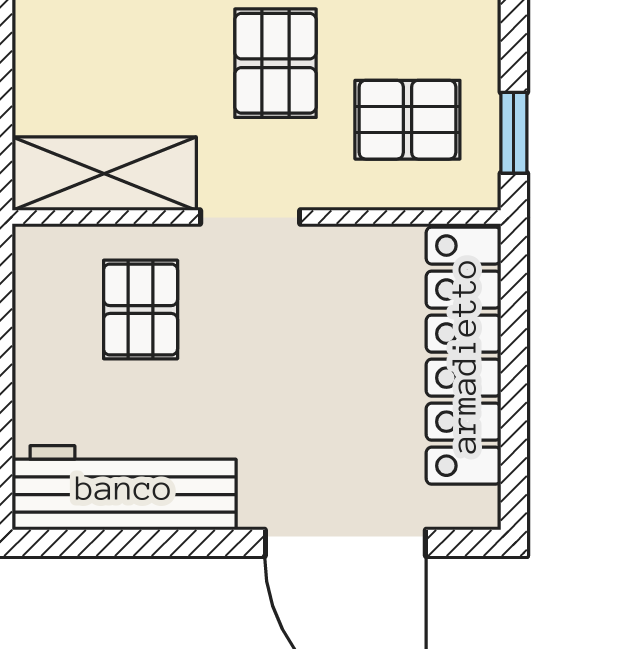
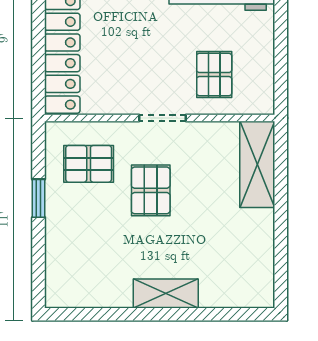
window: (514, 133) -> (38, 198), moved
shelving: (104, 174) -> (257, 164), moved, turned 90

